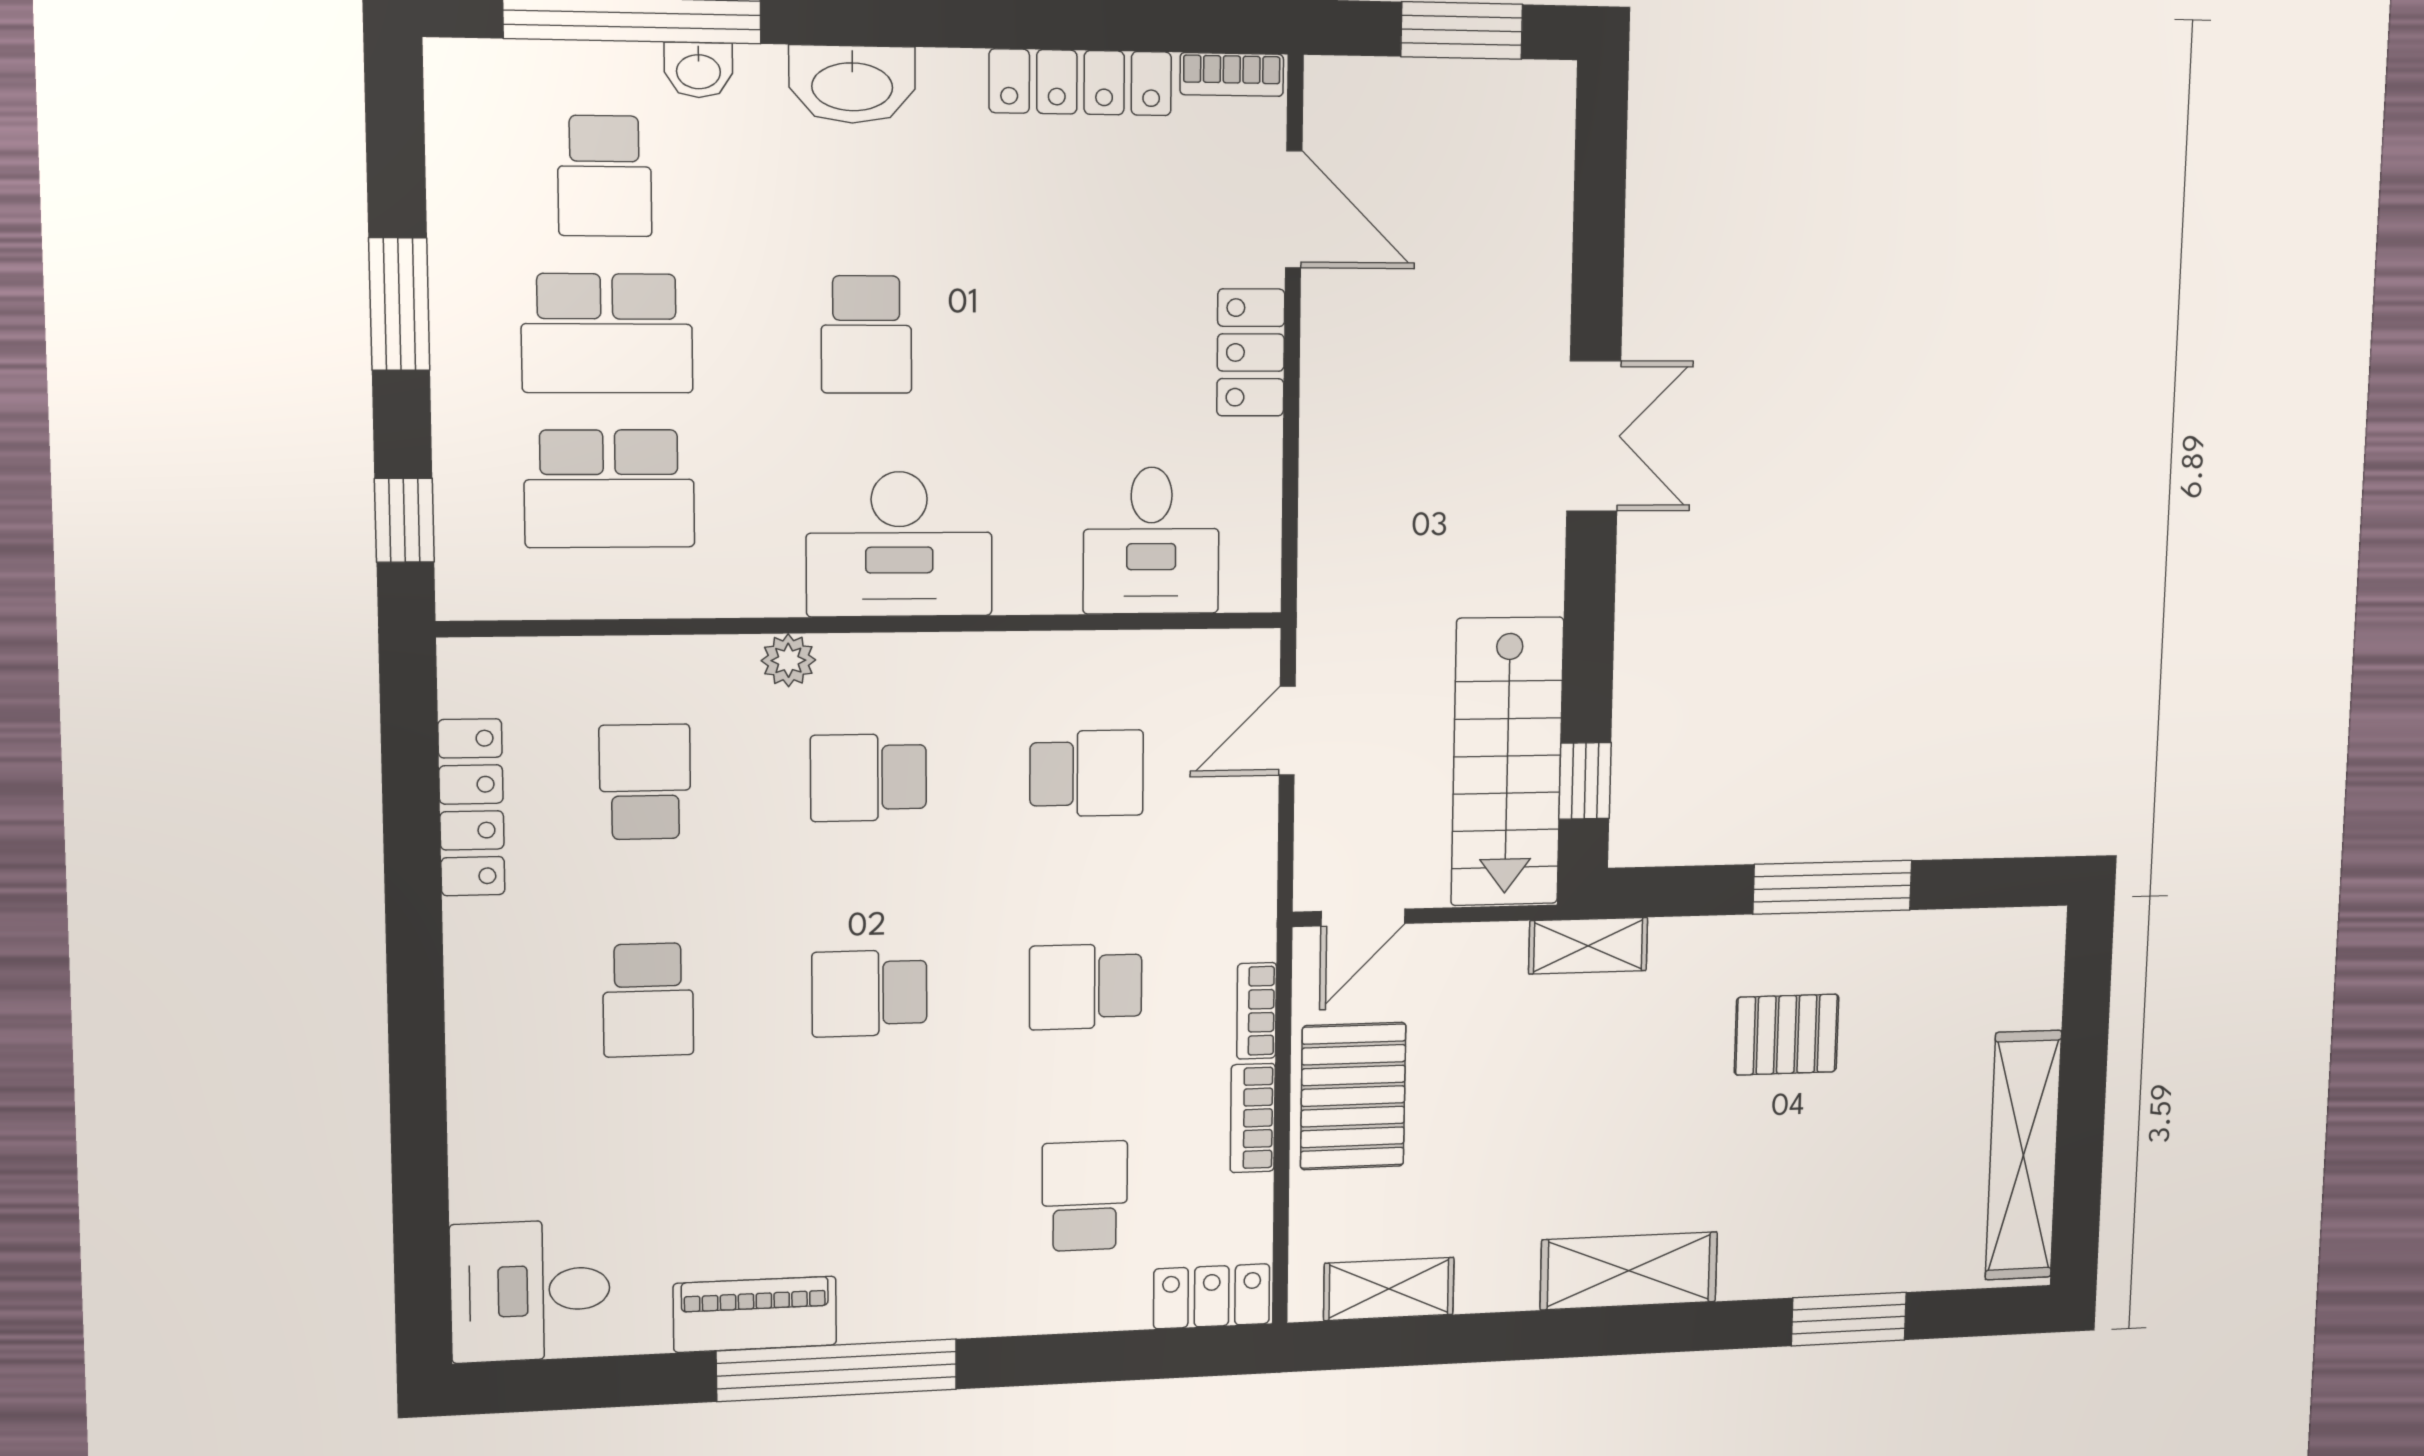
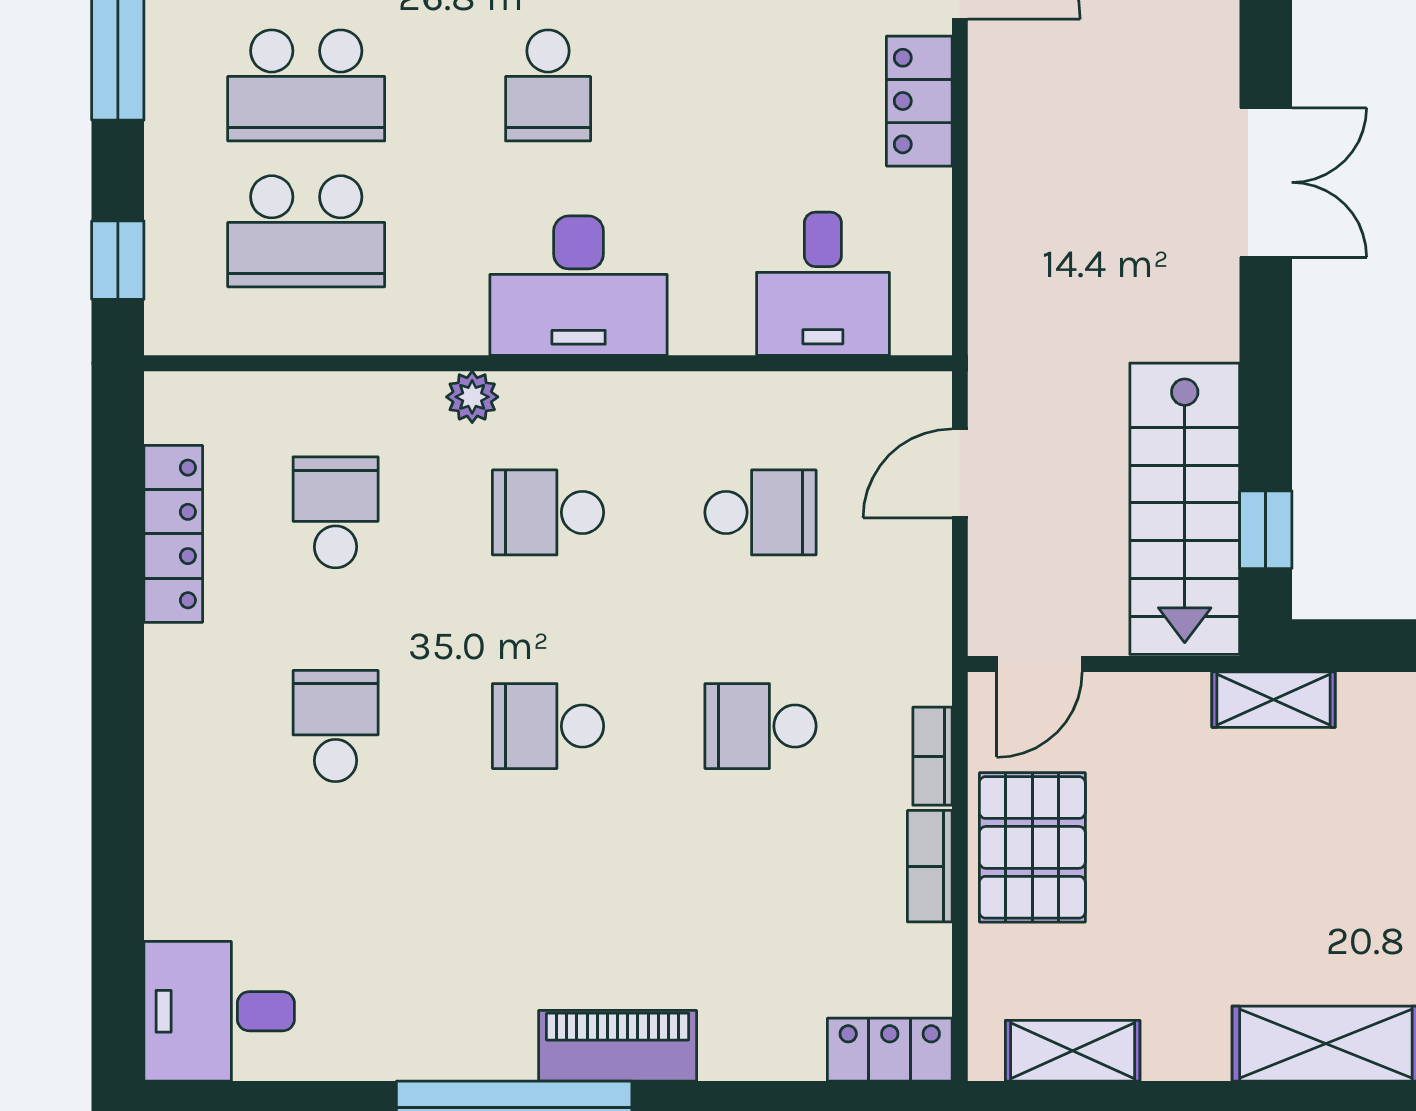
school desk: (648, 1000) -> (336, 726), turned 180
school desk: (1085, 1196) -> (761, 940), removed
piano: (755, 1314) -> (618, 1046), moved

